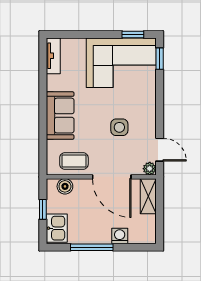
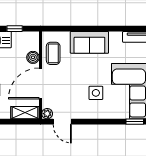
side table: (119, 127) -> (96, 93), moved
door: (160, 150) -> (62, 122), hinge flipped
boiler: (65, 186) -> (33, 57), moved

